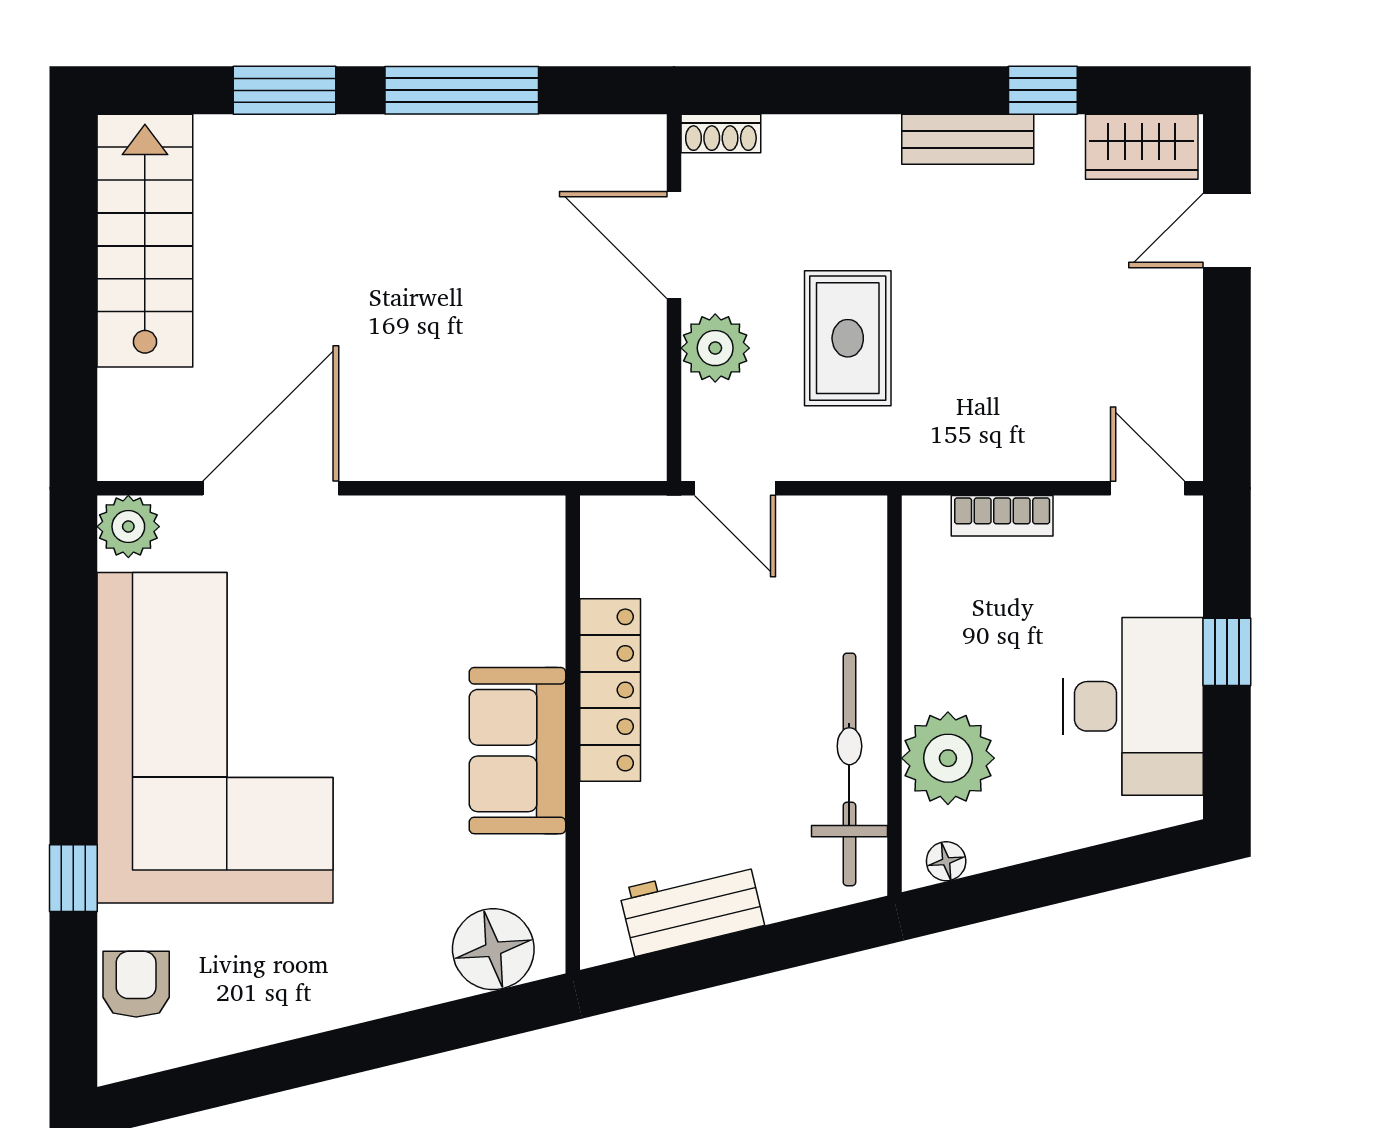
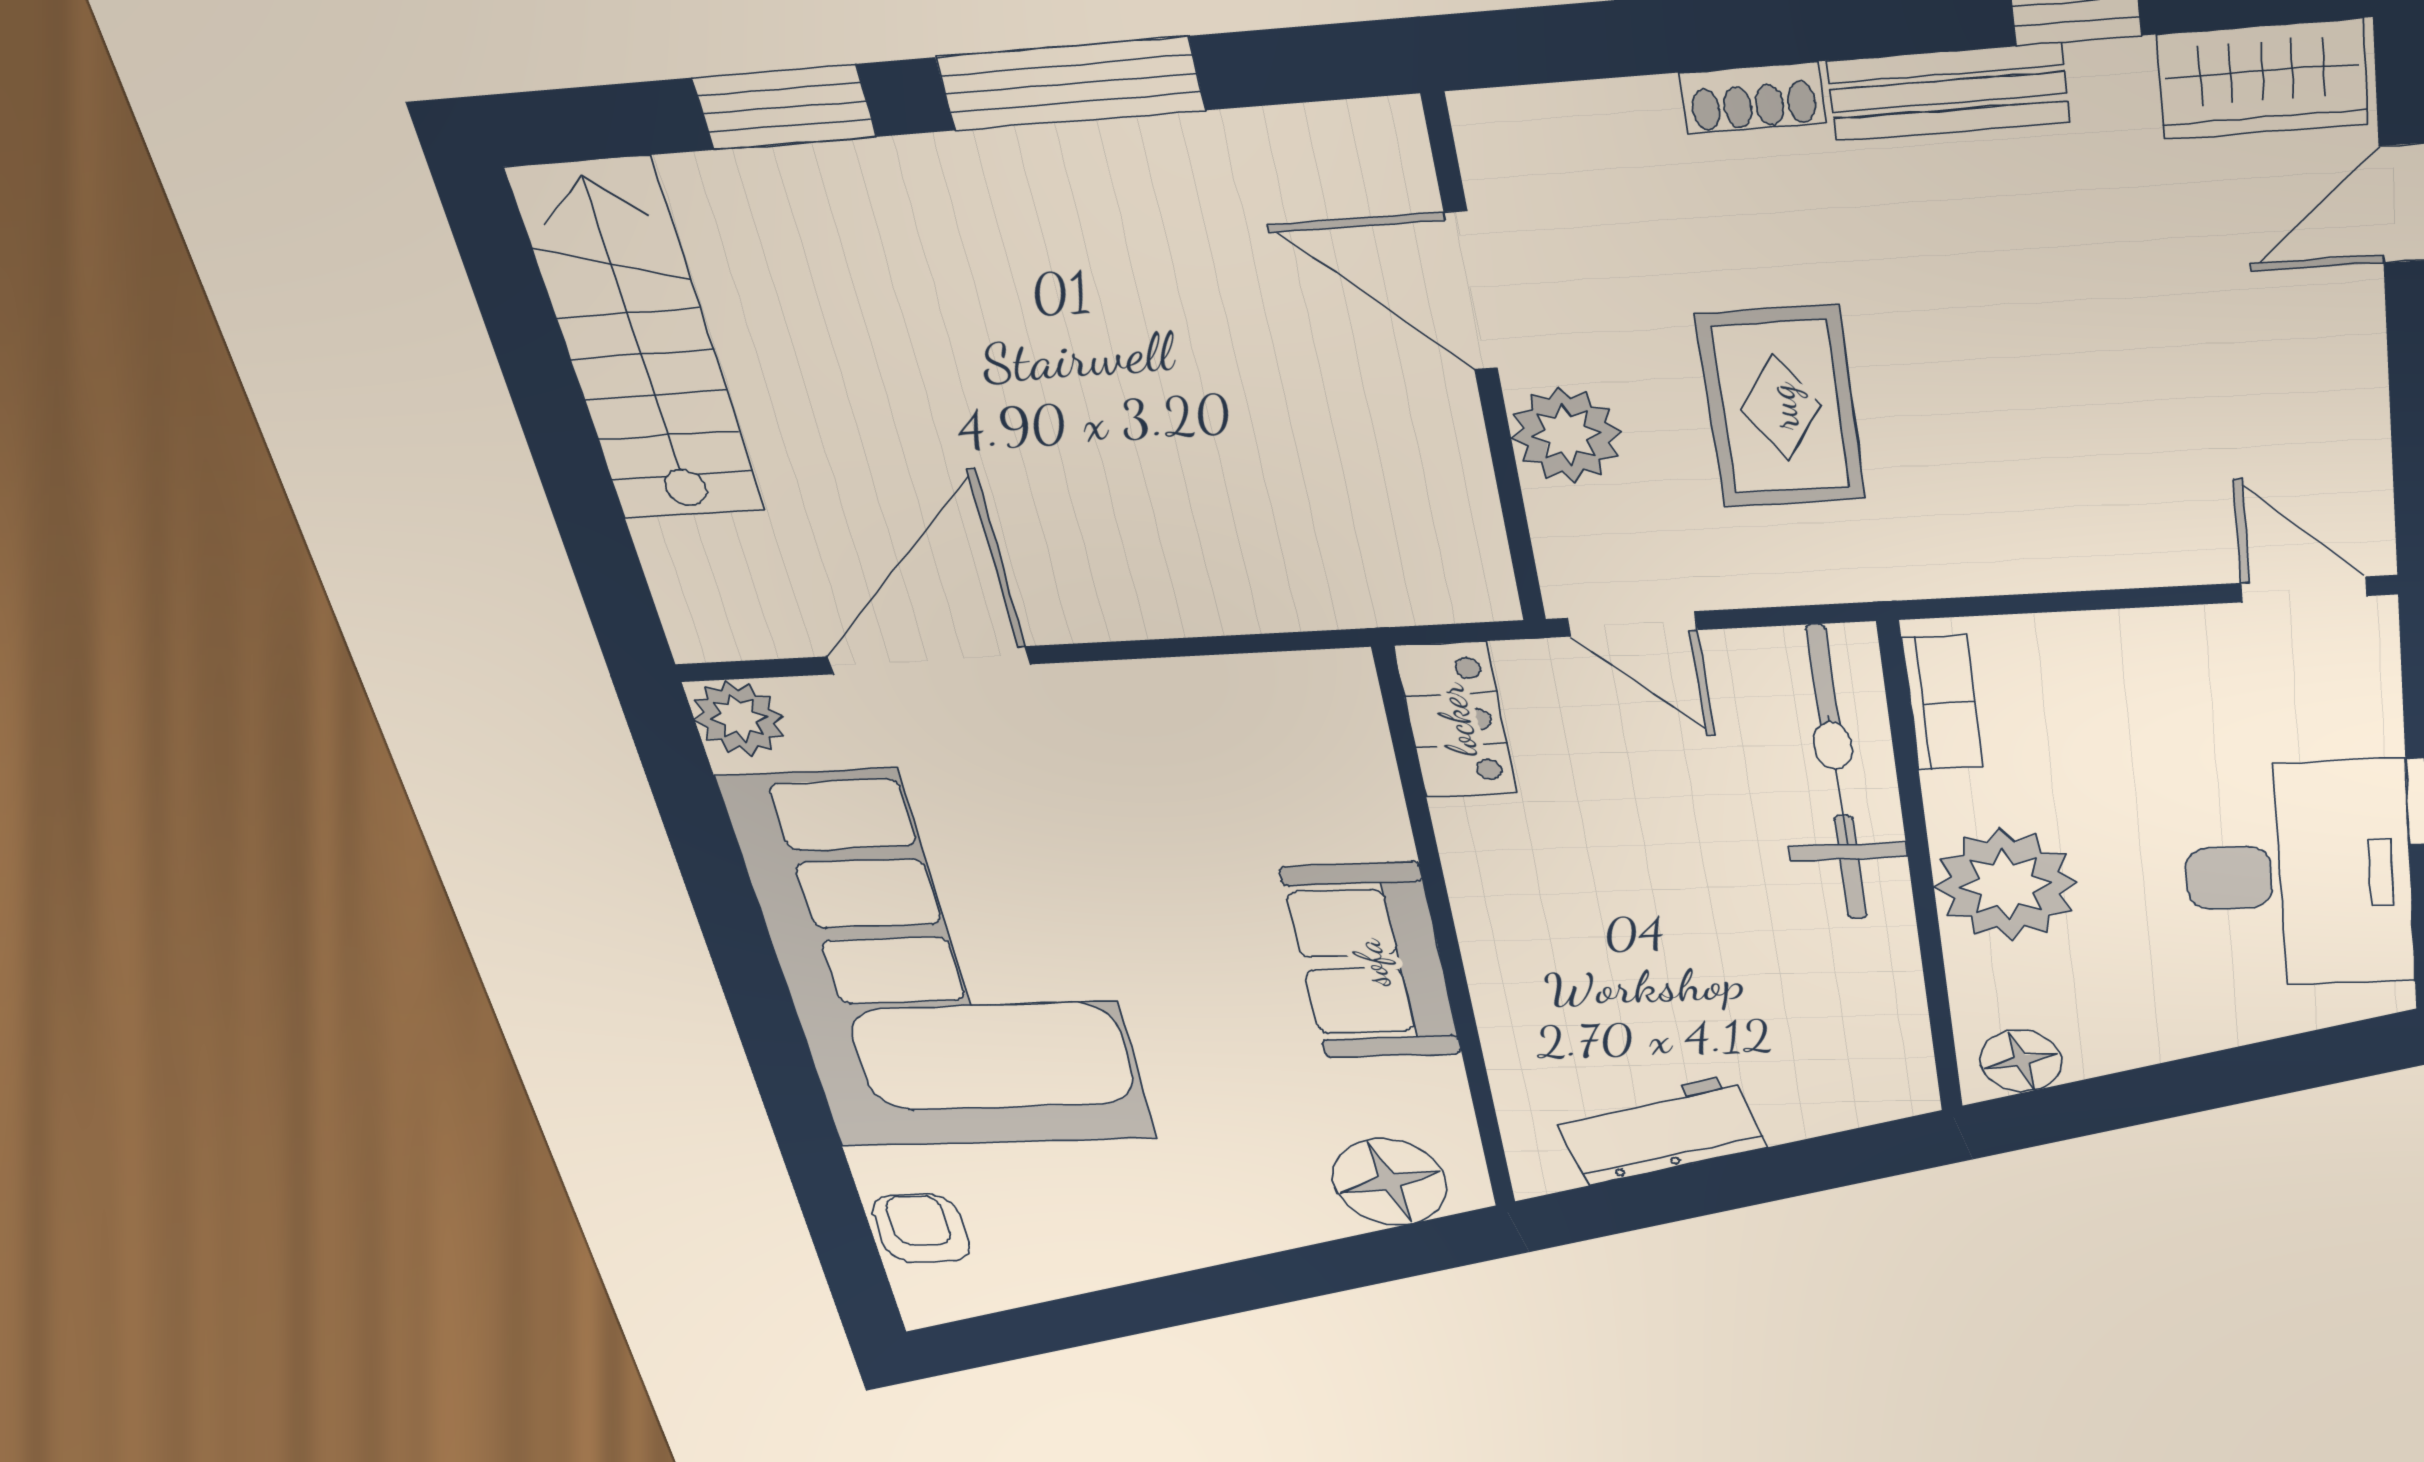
shoe rack: (721, 133) -> (1753, 98), moved
bookcase: (1002, 516) -> (1942, 703), moved, turned -90
locker: (610, 690) -> (1456, 720), moved, width x0.66
plant: (948, 758) -> (2006, 885), moved
bicycle: (849, 769) -> (1837, 775), moved
floor lamp: (946, 861) -> (2021, 1061), width x1.37, depth x1.37
window: (73, 878) -> (801, 1121), removed

